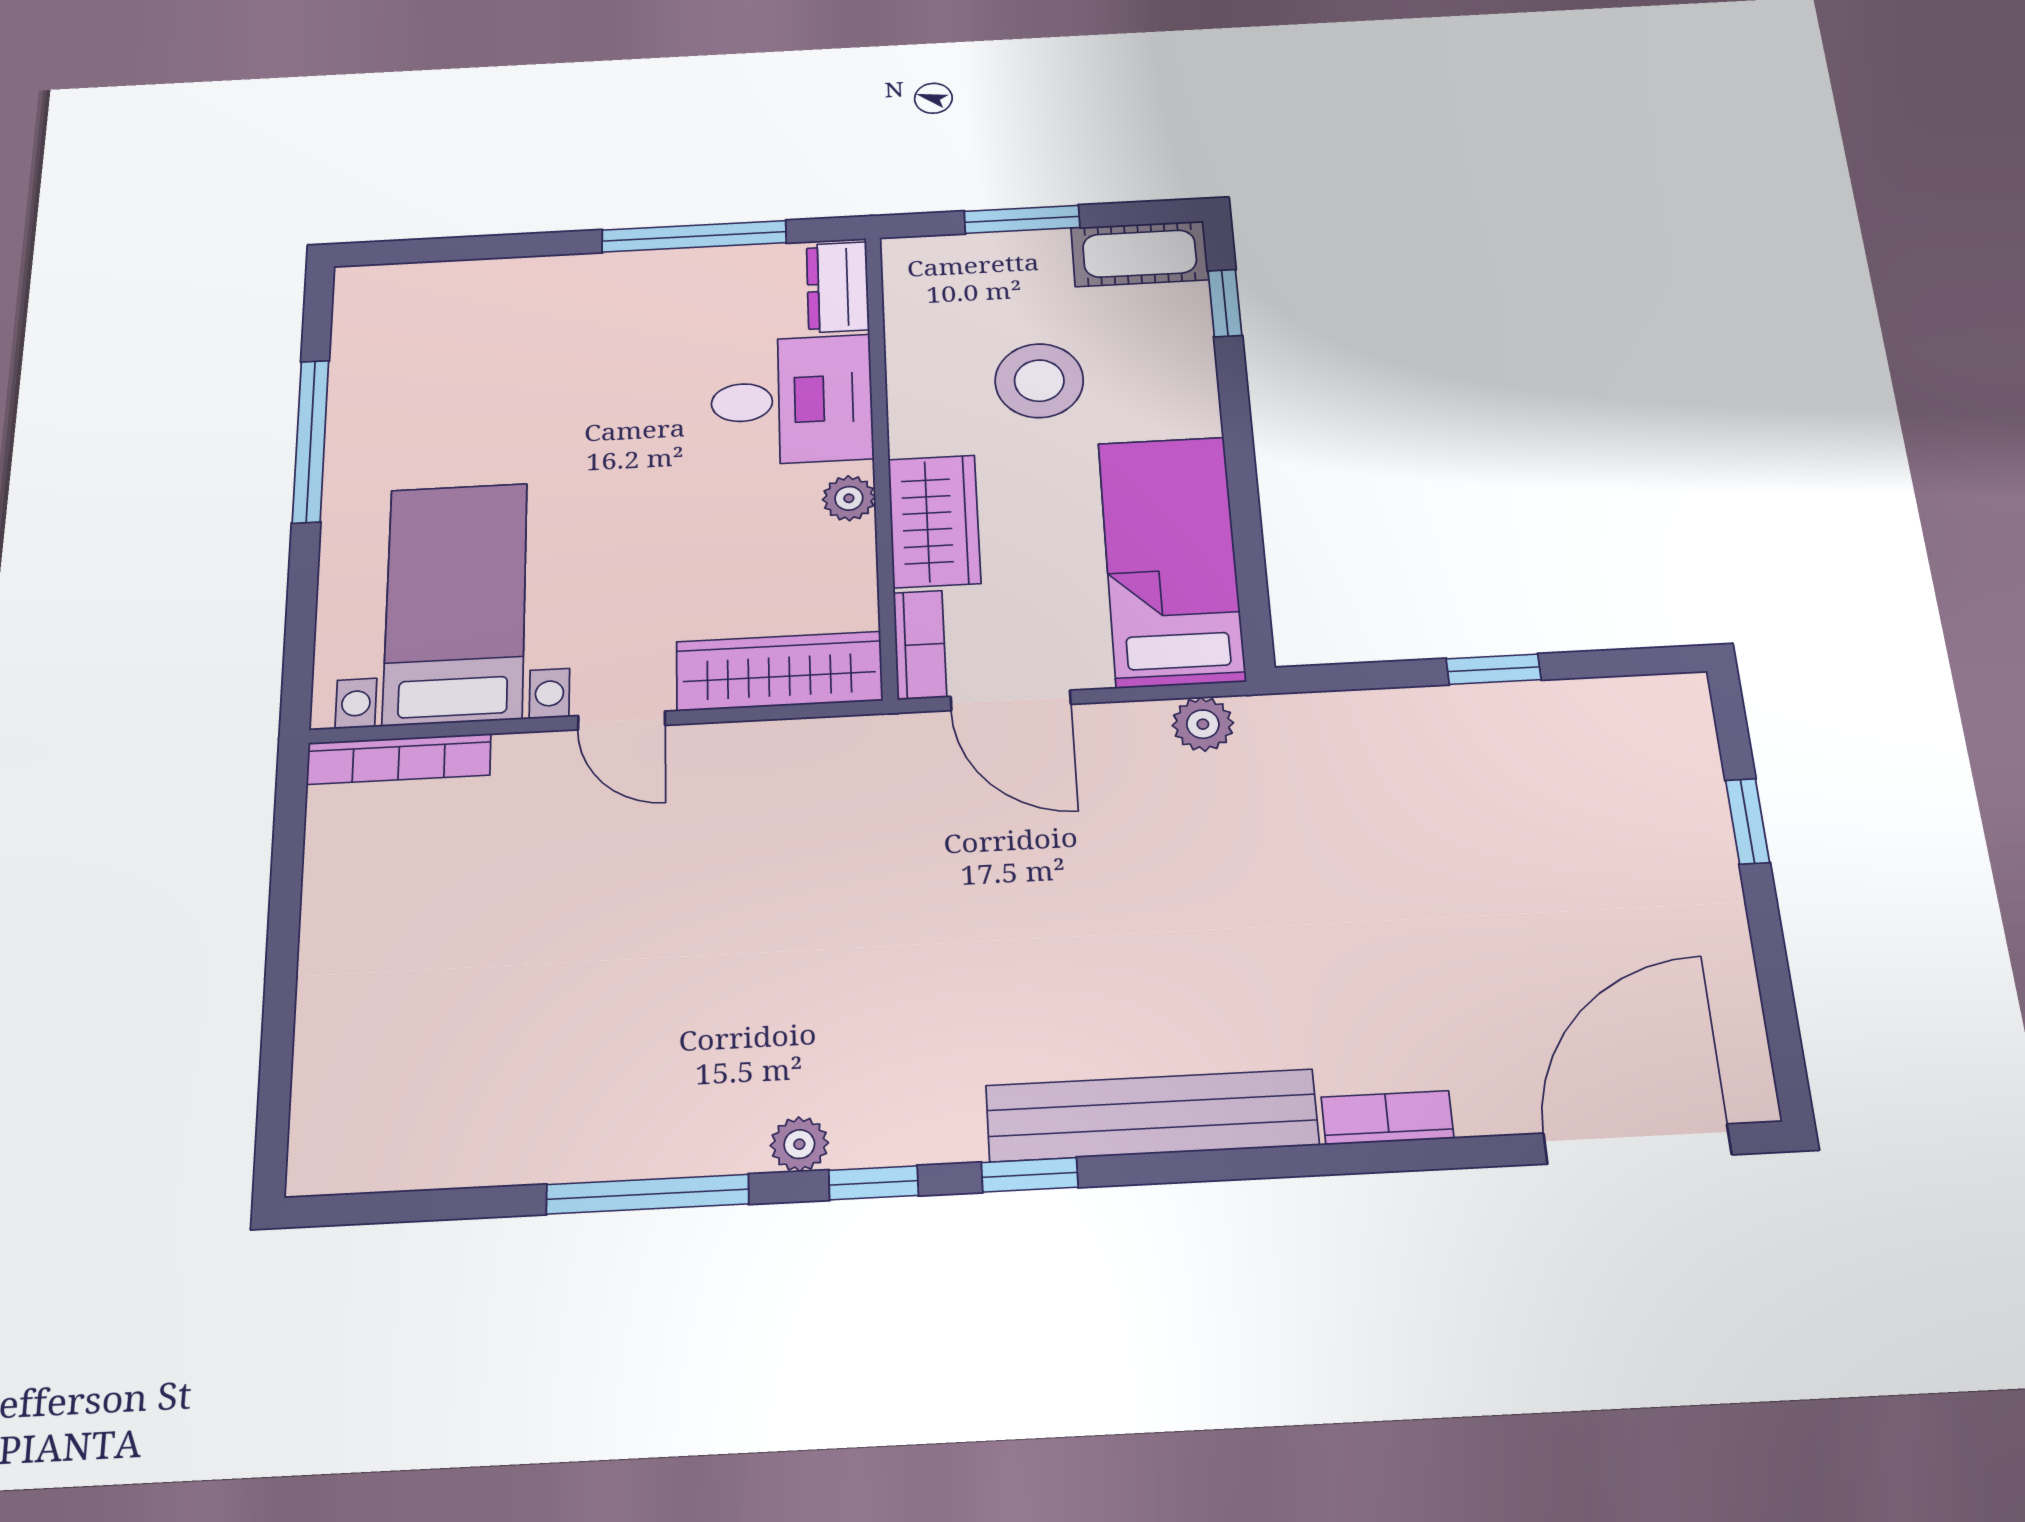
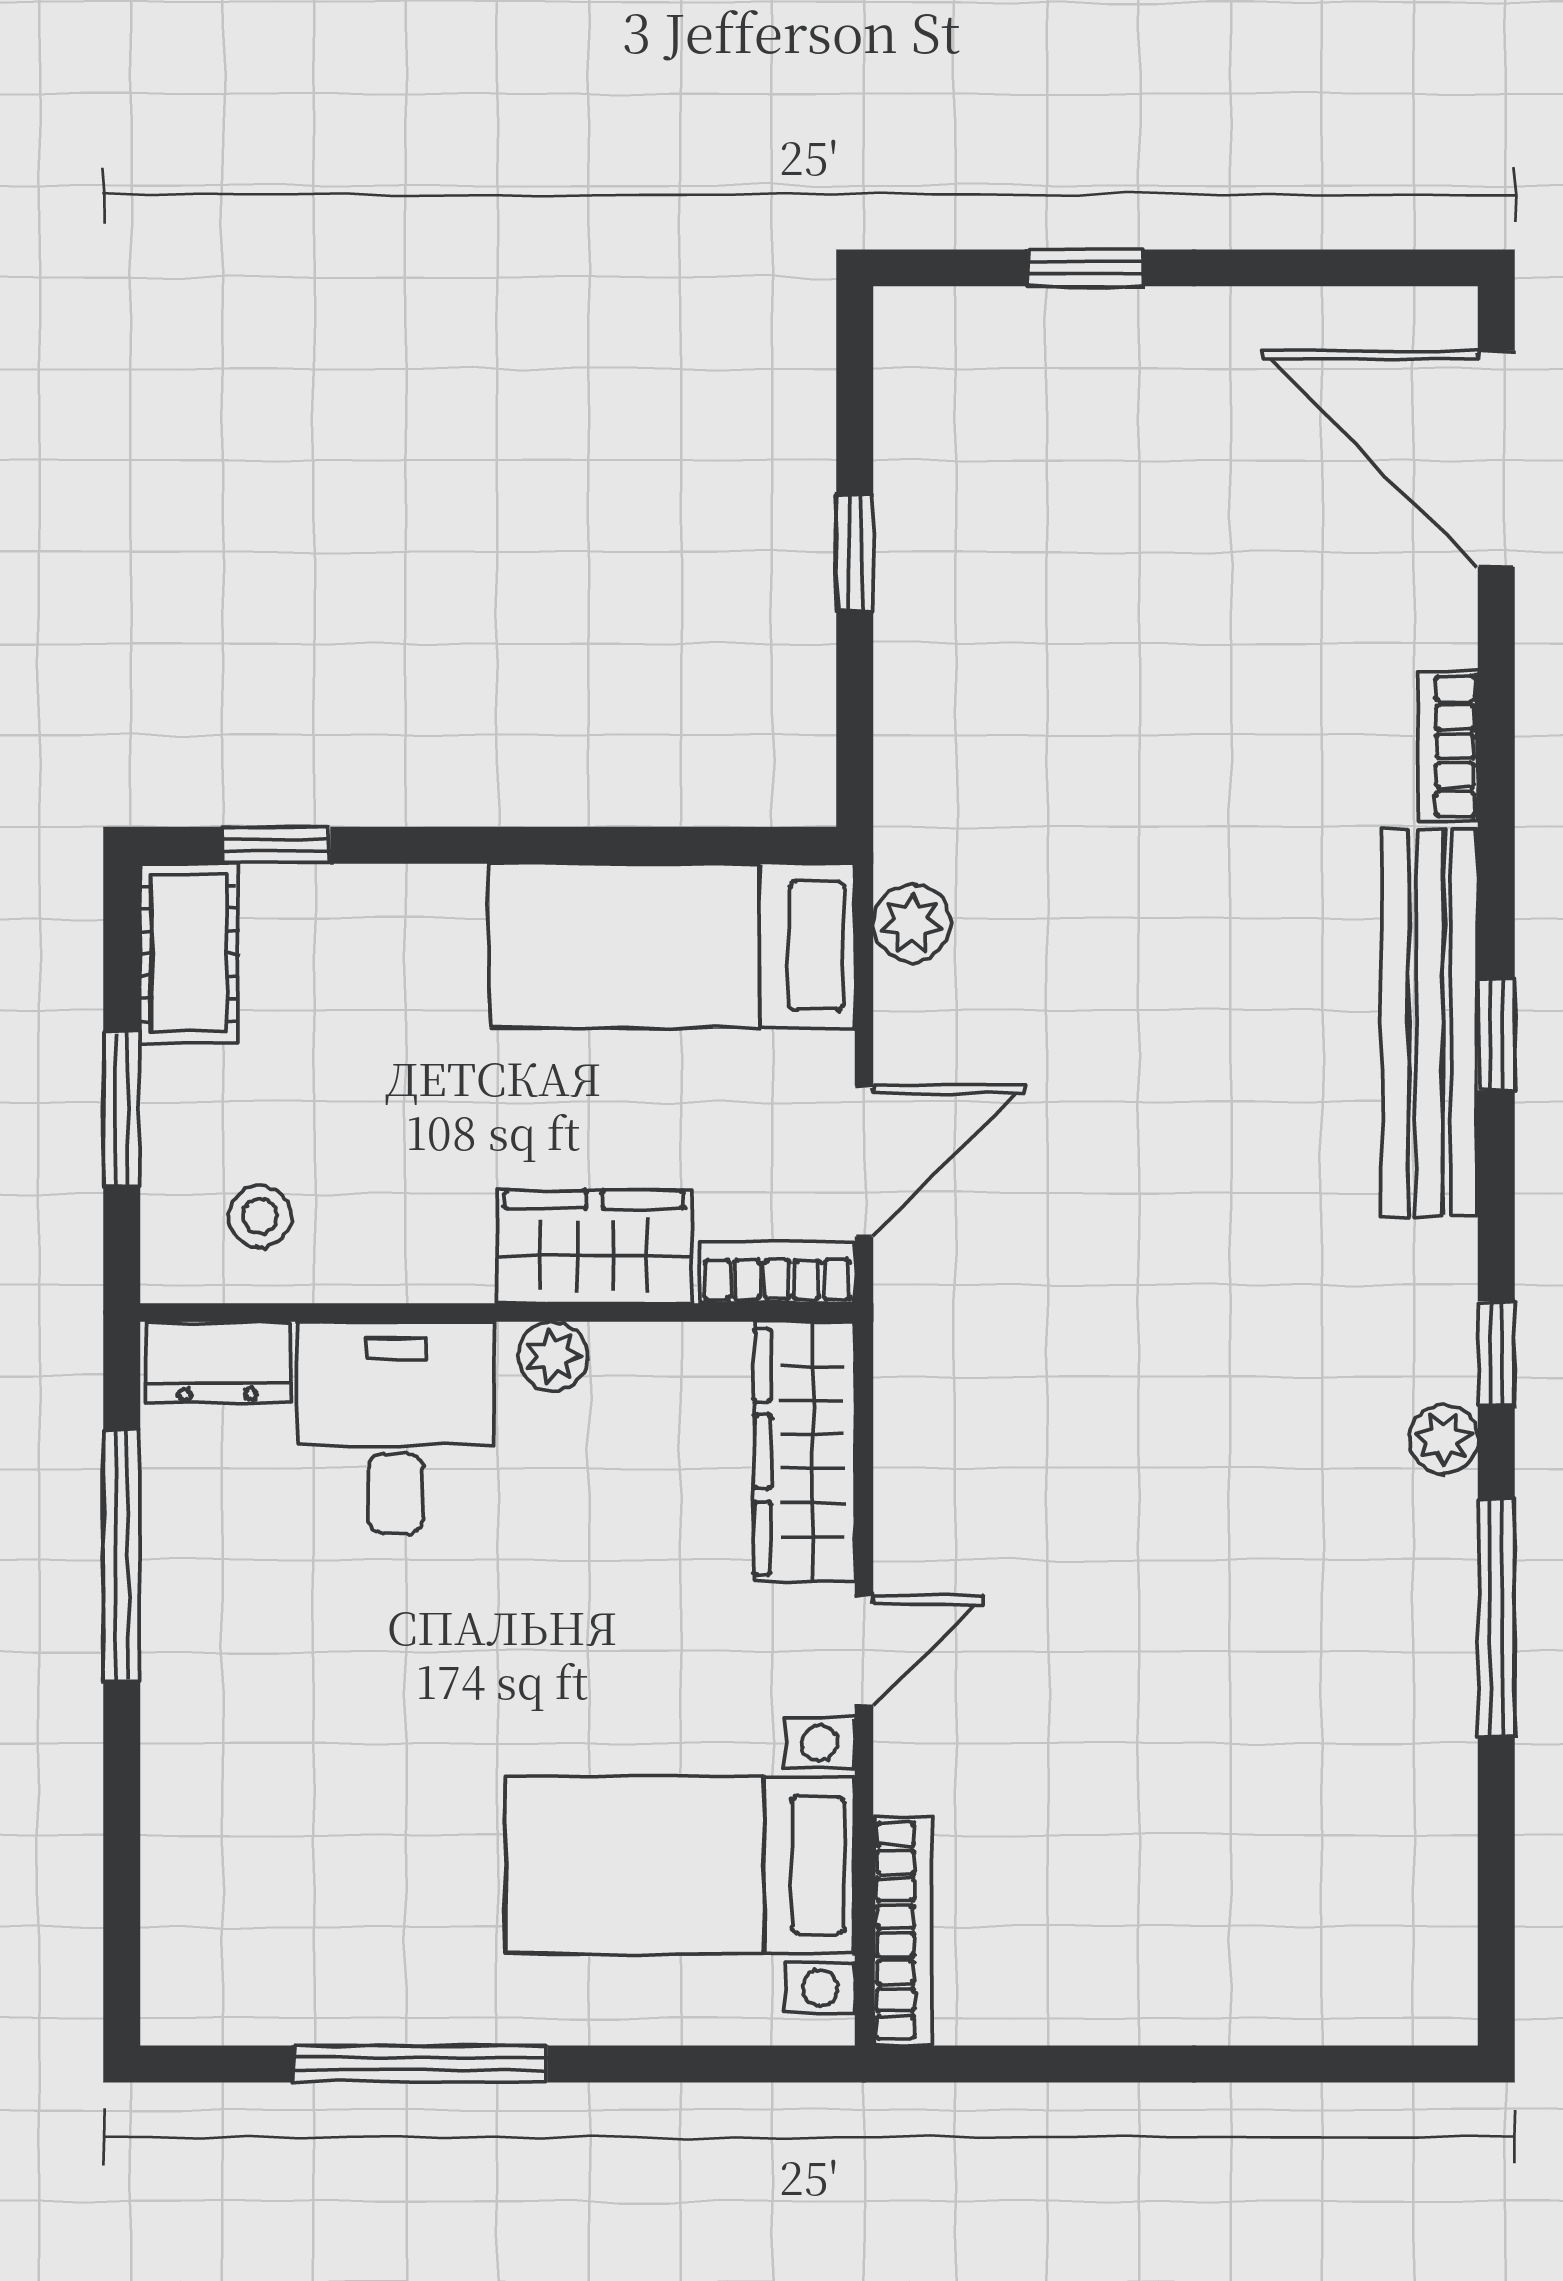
stool: (1039, 381) -> (260, 1216), moved, width x0.53, depth x0.53
window: (1030, 1175) -> (1496, 1034), moved

